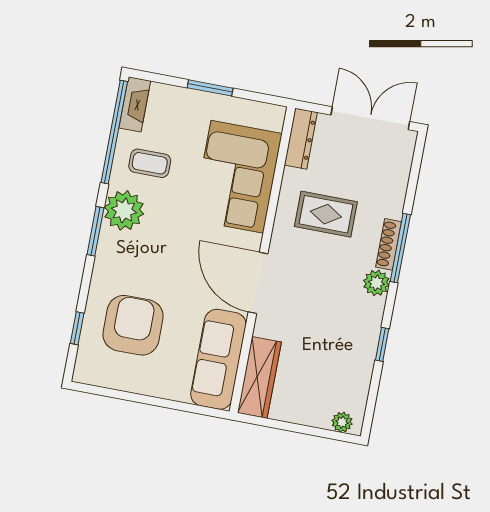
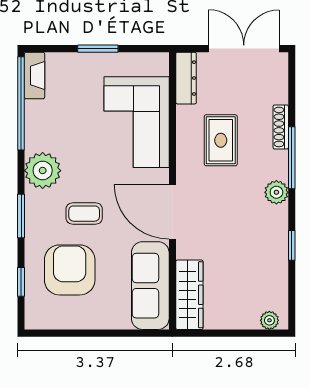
coffee table: (150, 163) -> (84, 214), moved
rug: (326, 214) -> (221, 140), turned 90
window: (95, 231) -> (21, 216), moved
shoe rack: (389, 244) -> (281, 127), moved

